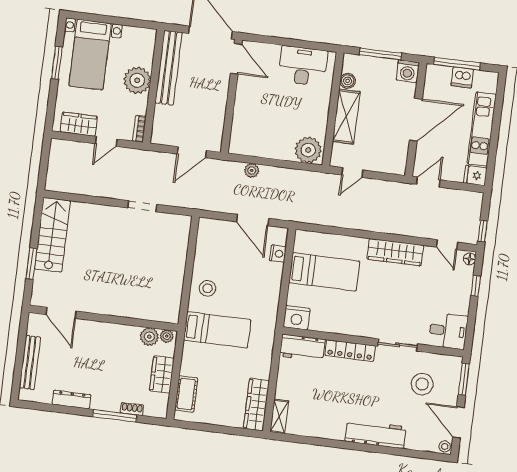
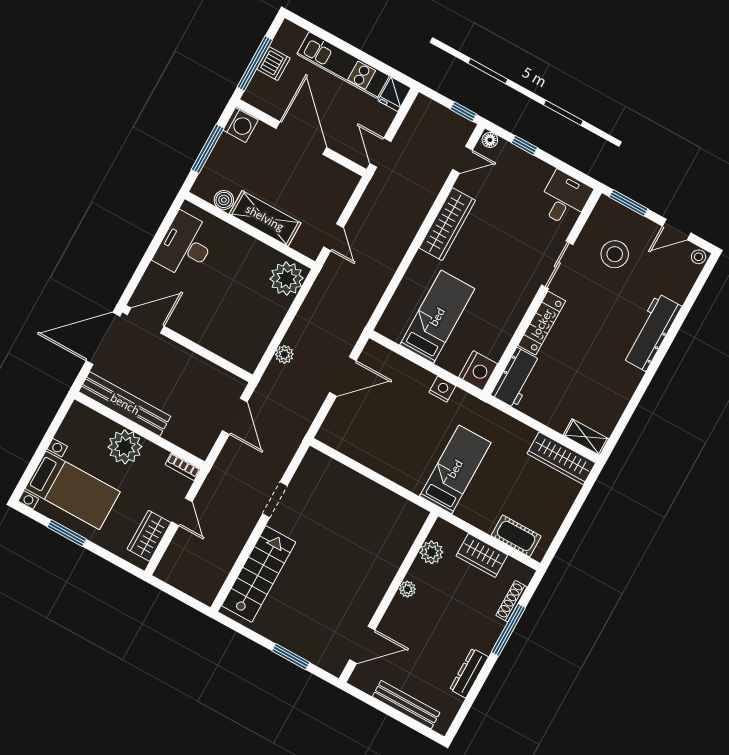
stairs: (52, 235) -> (259, 574), moved, turned 90
nightstand: (278, 254) -> (442, 389), moved
stool: (207, 288) -> (402, 461), removed
plant: (167, 336) -> (407, 589), moved
shoe rack: (132, 409) -> (511, 601), width x1.43
door: (458, 422) -> (677, 229), width x0.73

